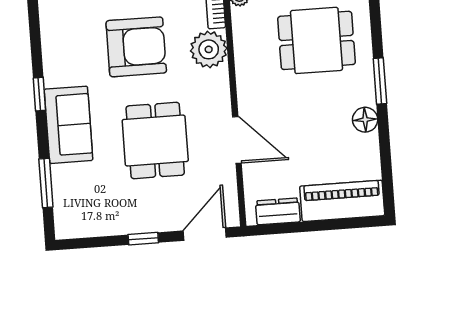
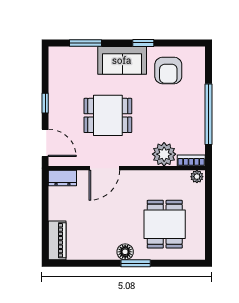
armchair: (136, 47) -> (168, 71), moved, width x0.73, depth x0.73
floor lamp: (365, 120) -> (125, 252), moved
piano: (342, 201) -> (57, 240), width x0.73, depth x0.75
dresser: (278, 211) -> (62, 178), moved, turned 90

